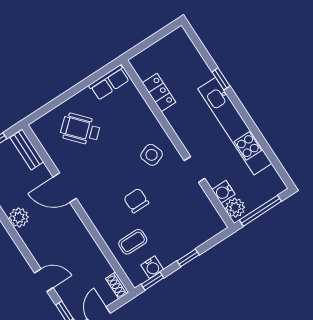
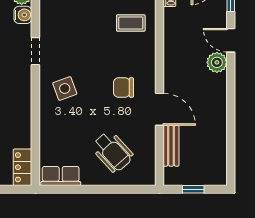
locker: (159, 93) -> (23, 167), moved
bench: (27, 150) -> (171, 146), moved
chair: (136, 201) -> (123, 87), moved, turned 90
plant: (19, 217) -> (217, 62), moved

